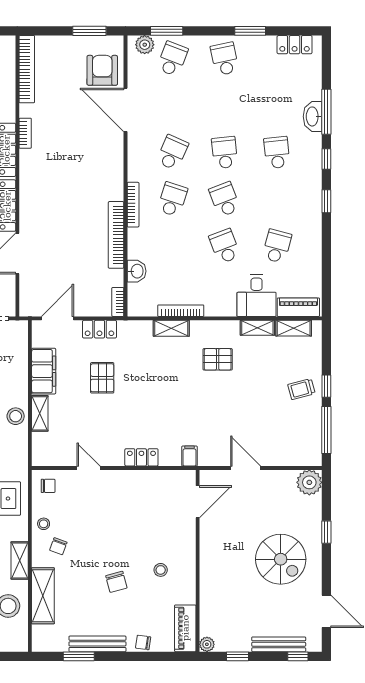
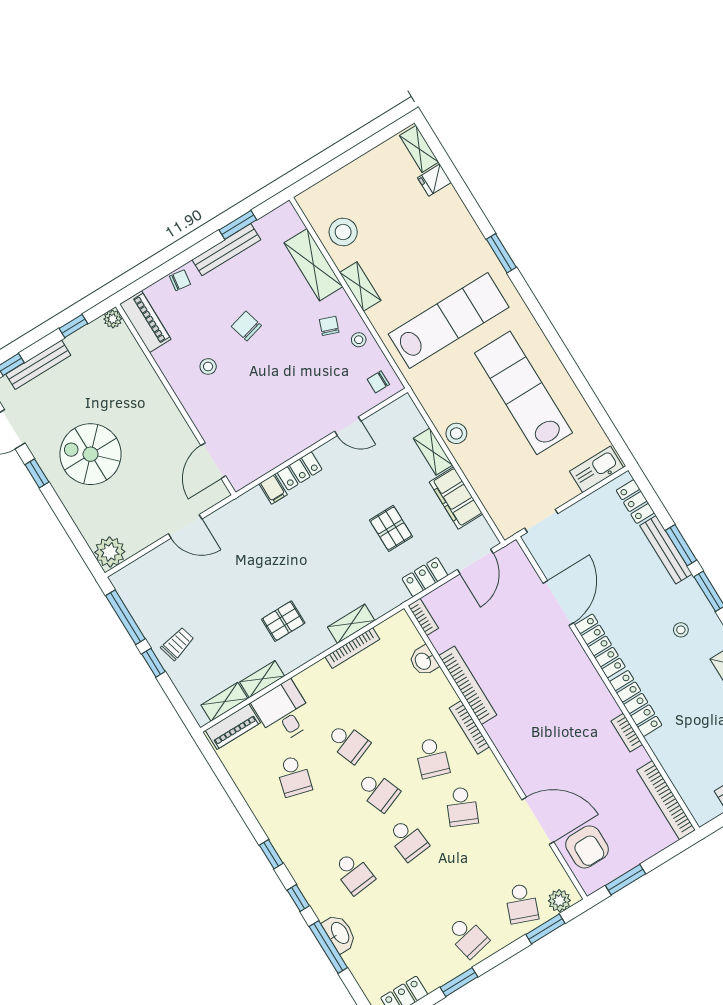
filing cabinet: (190, 456) -> (273, 489), moved
window: (326, 532) -> (37, 473), moved

